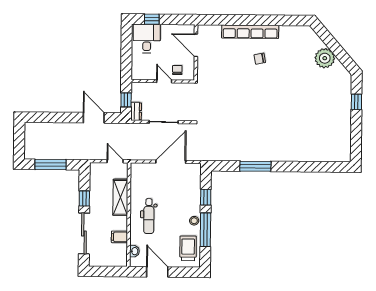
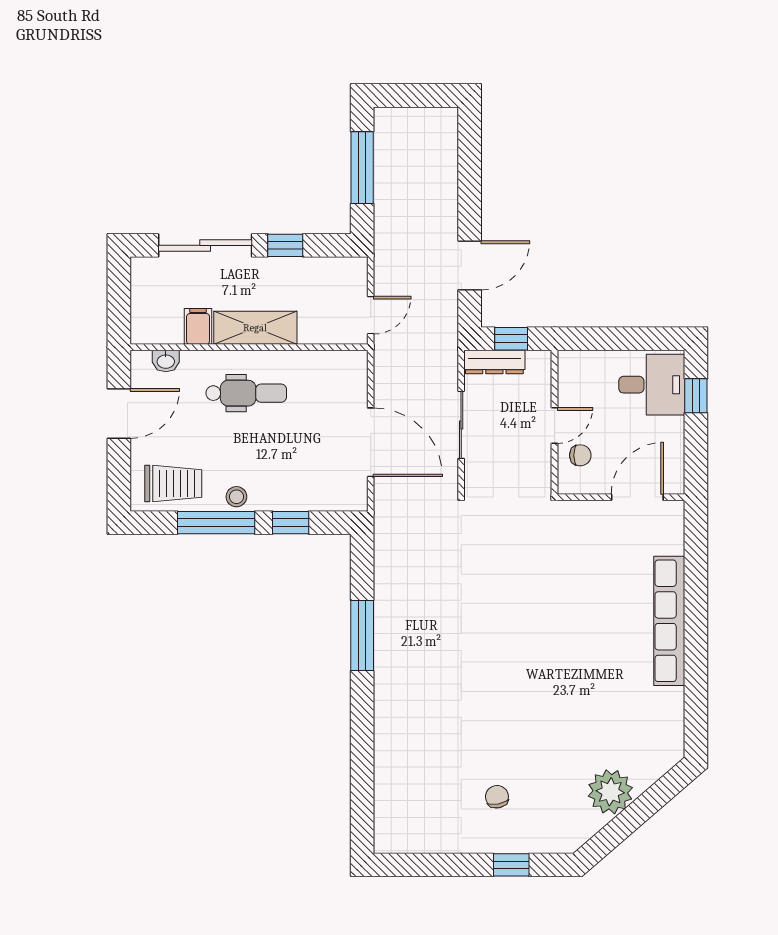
chair: (260, 59) -> (497, 797), moved
dresser: (136, 111) -> (494, 362), width x1.44
shelving: (120, 197) -> (255, 328), moved
dental chair: (149, 216) -> (246, 393), turned 180

